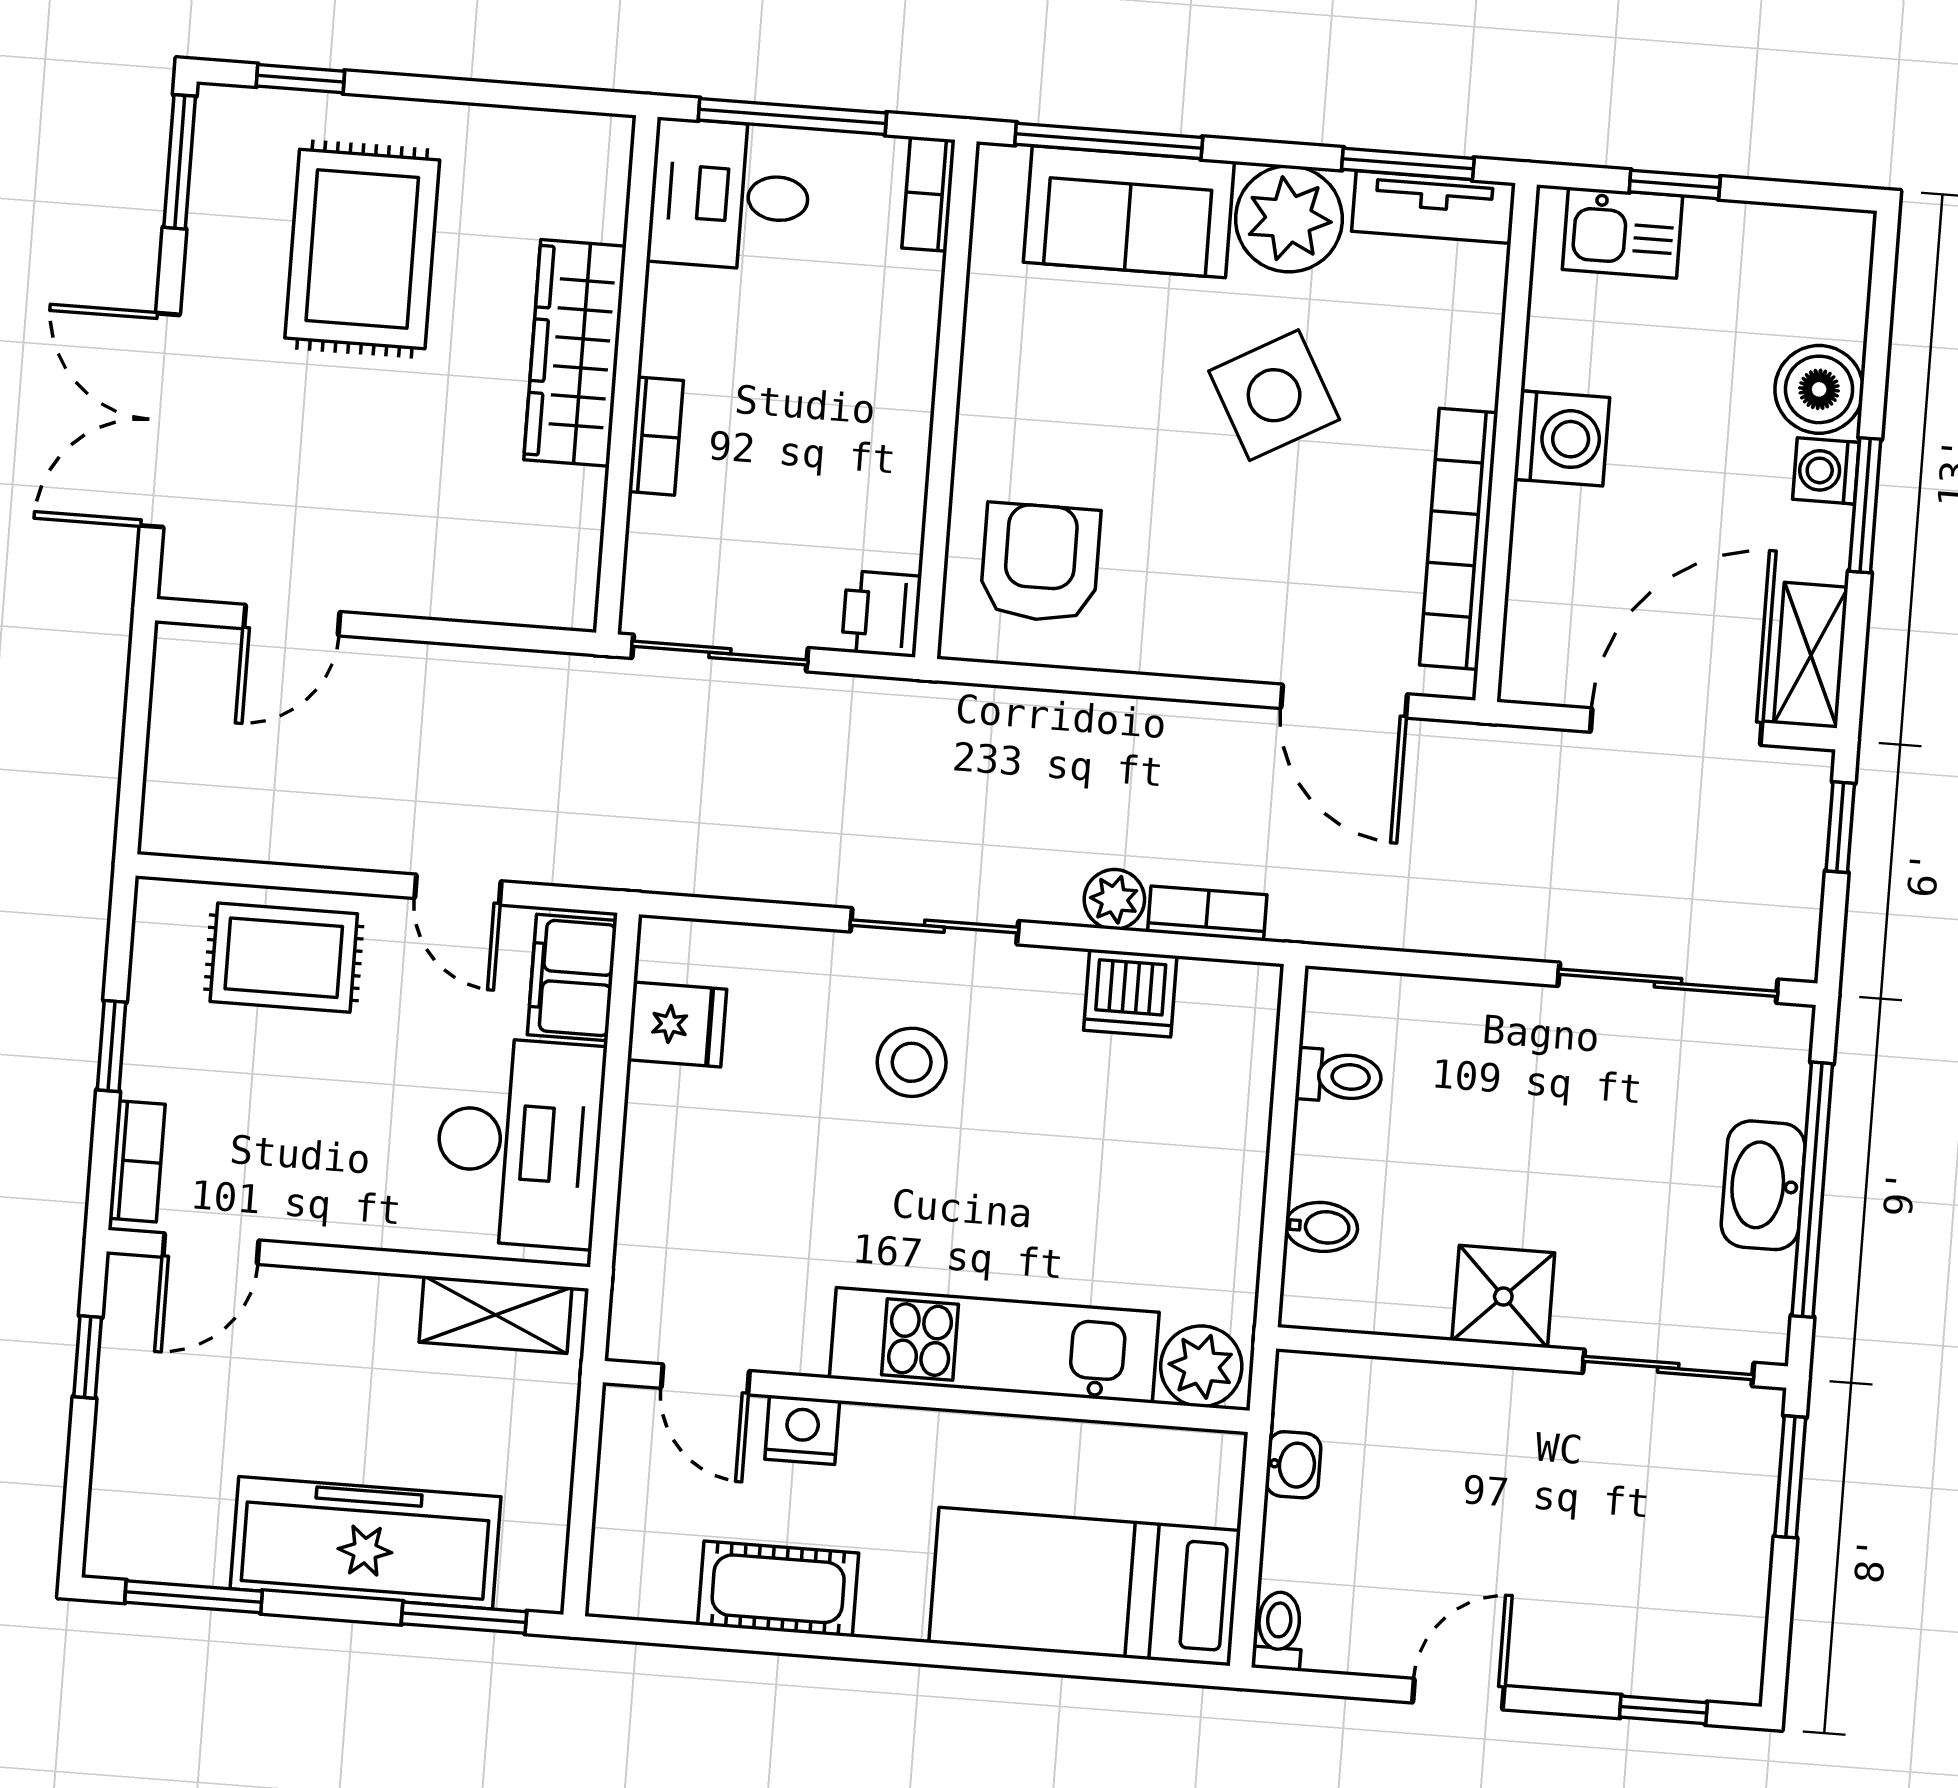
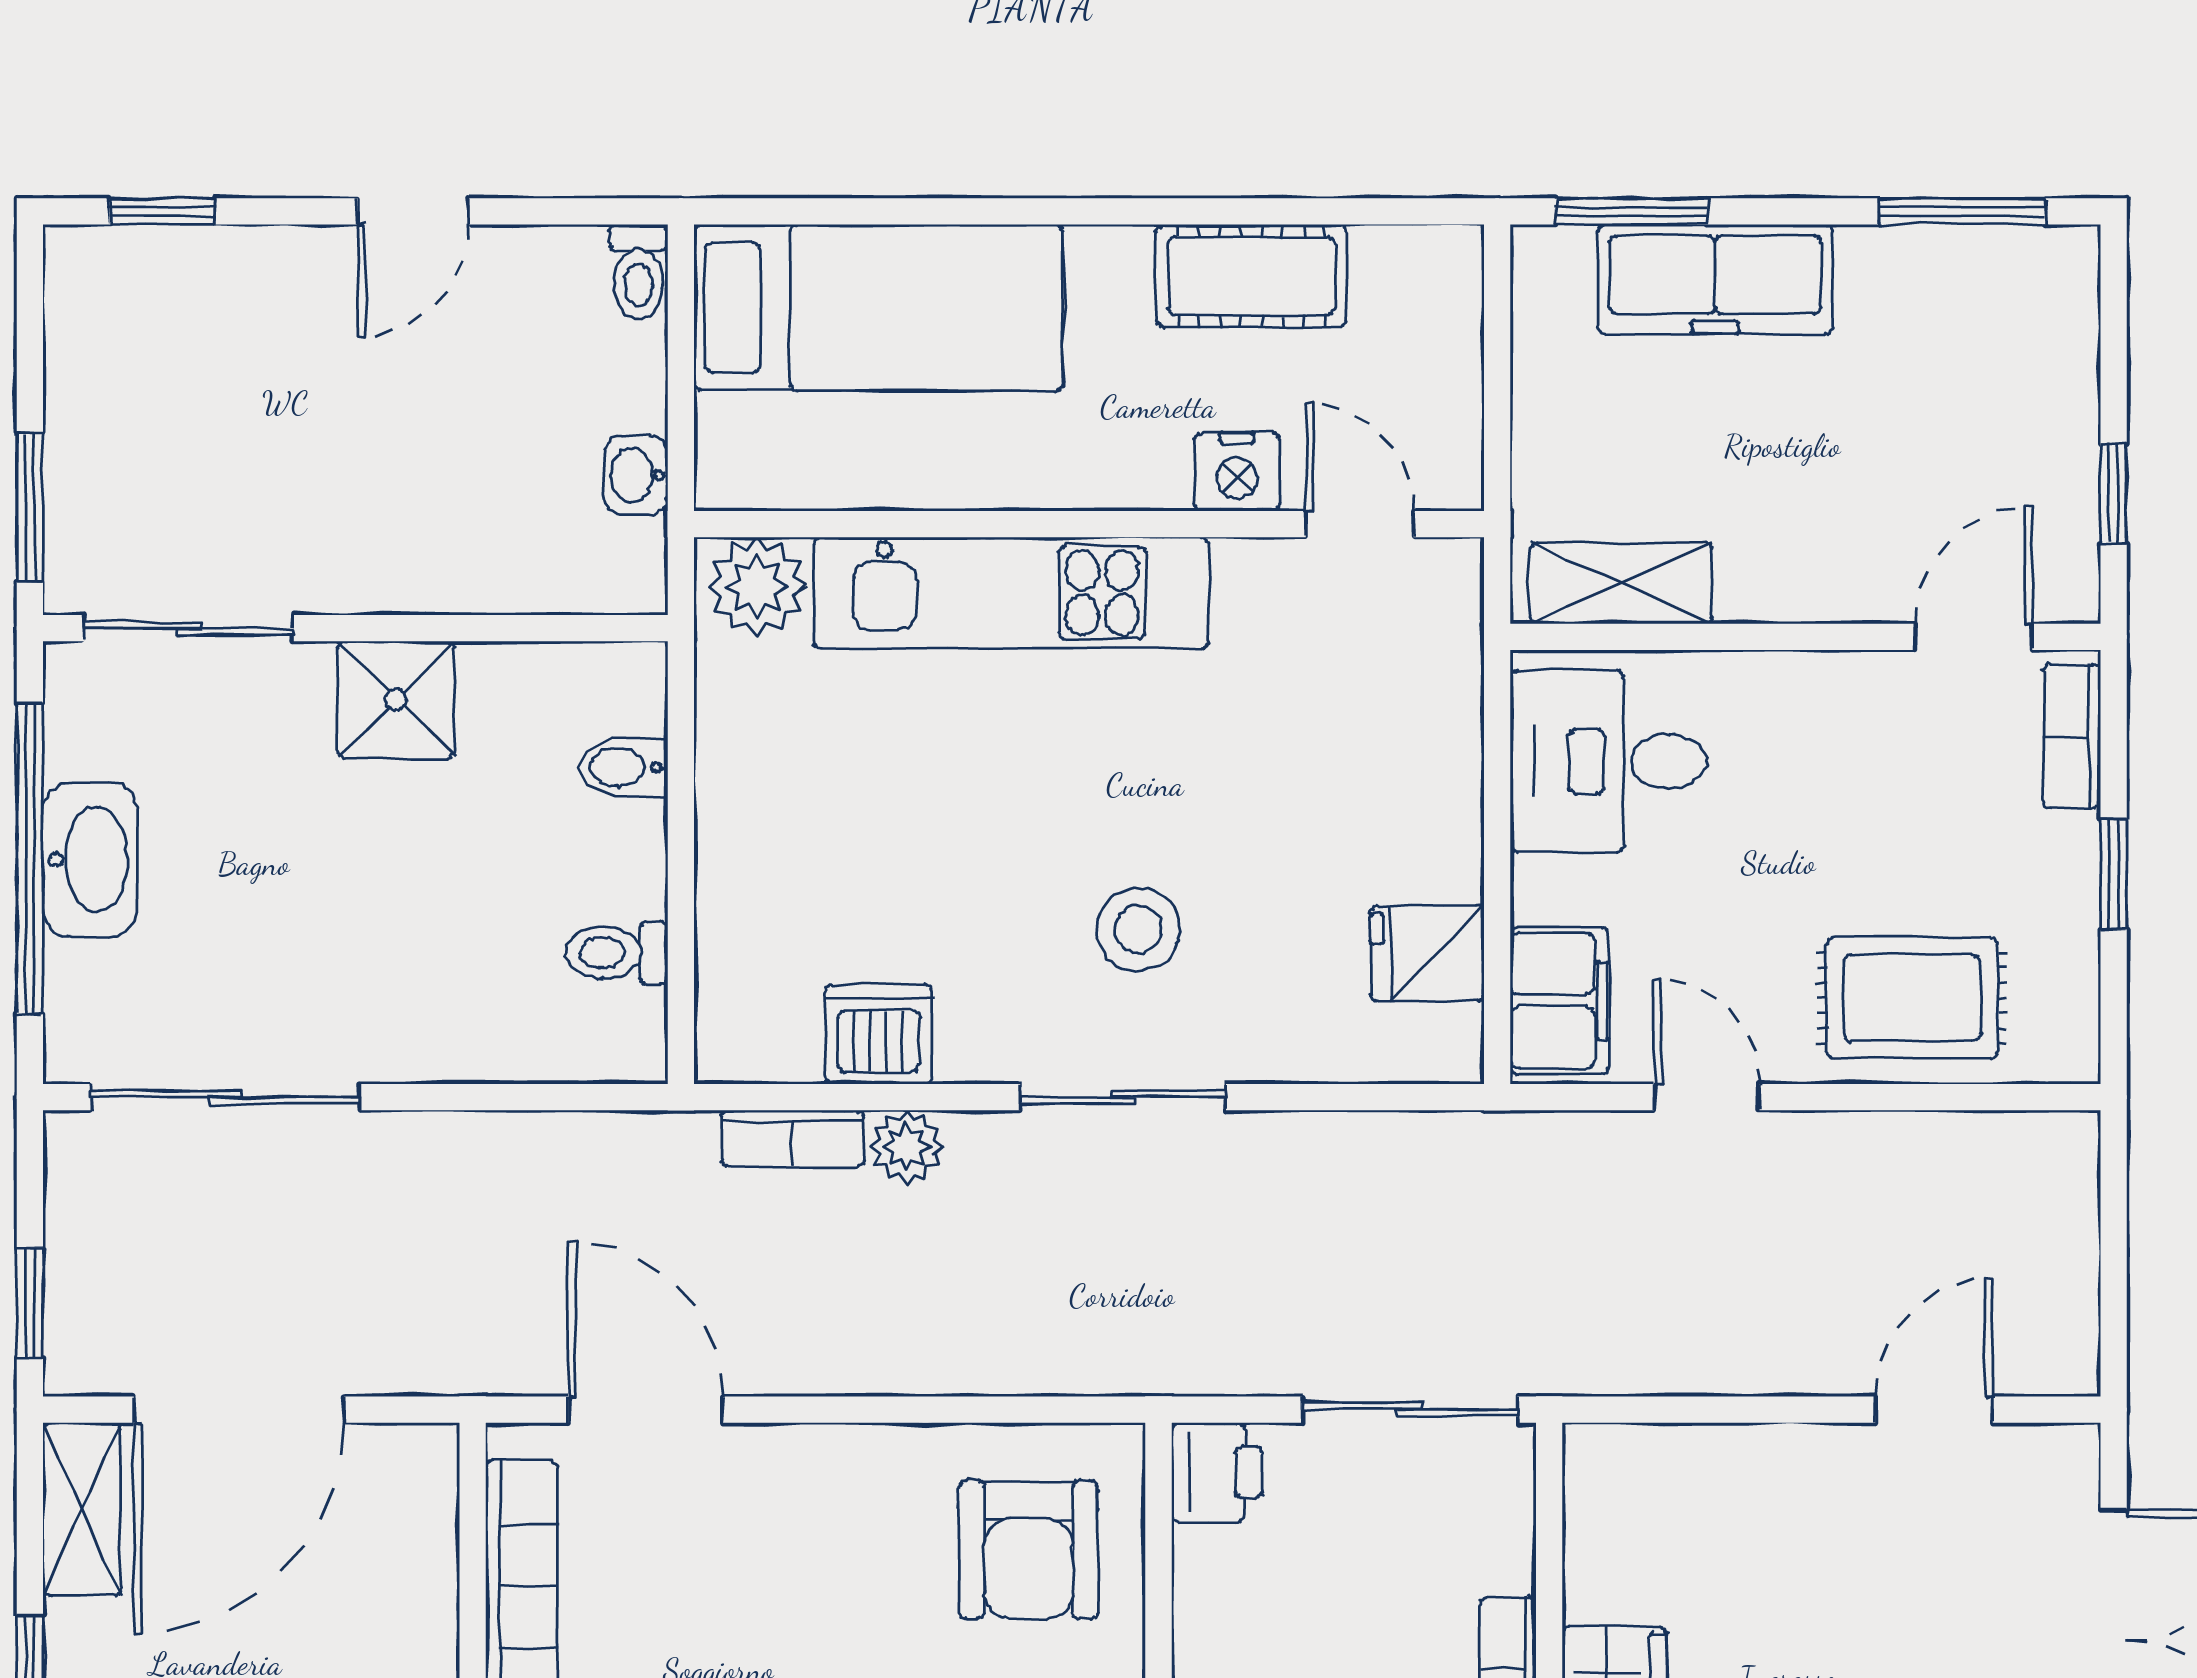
desk: (519, 1142) -> (1608, 761), width x0.73
freezer: (366, 1543) -> (1715, 279), width x0.73, depth x0.79

